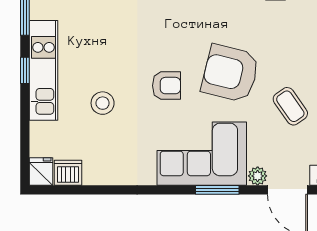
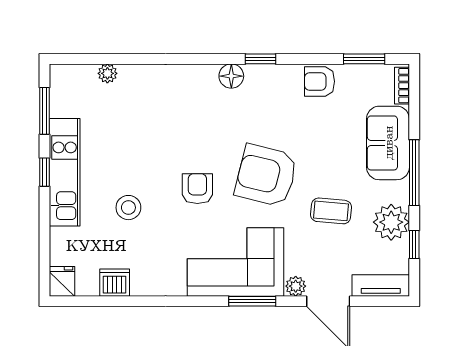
armchair: (166, 86) -> (197, 189), turned -90
coffee table: (290, 106) -> (331, 211), turned -50
dishwasher: (68, 173) -> (115, 283), moved

